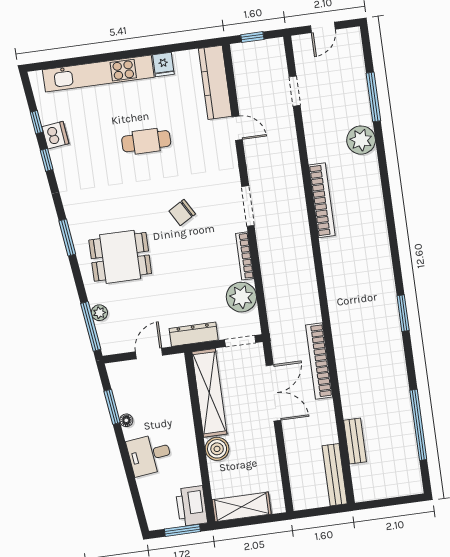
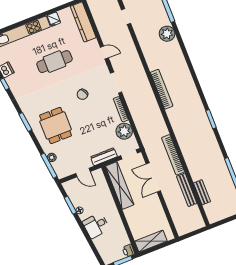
door: (237, 128) -> (104, 53), moved
cafe table: (146, 141) -> (54, 62), width x1.37, depth x1.35
bookcase: (322, 200) -> (162, 89), moved
dining table: (120, 257) -> (56, 125), turned 90
door: (149, 354) -> (83, 172), swing flipped
double door: (274, 393) -> (153, 177), swing flipped
boiler: (217, 449) -> (131, 214), removed
bench: (335, 475) -> (187, 190), moved
printer: (191, 506) -> (128, 251), width x0.53, depth x0.68

